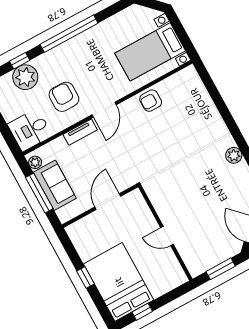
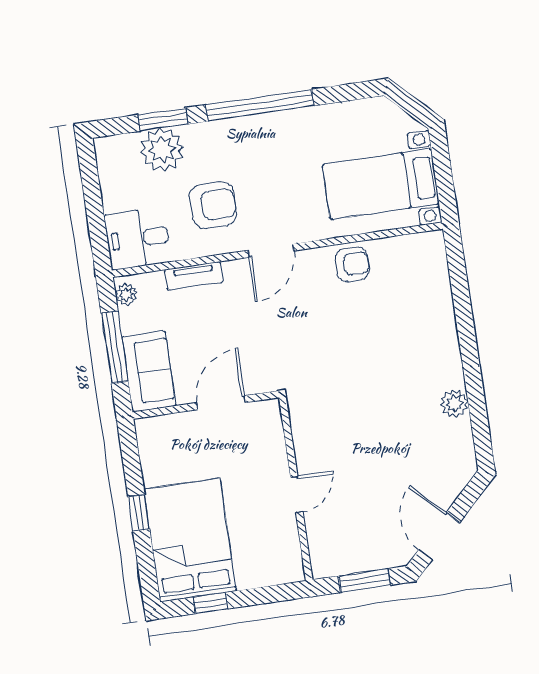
window: (20, 61) -> (163, 119), width x1.50
armchair: (64, 97) -> (213, 205), turned 90
armchair: (151, 101) -> (352, 264), turned 180
tv unit: (80, 132) -> (194, 276), moved
sofa: (55, 185) -> (149, 371), moved
door: (167, 236) -> (297, 495), swing flipped

